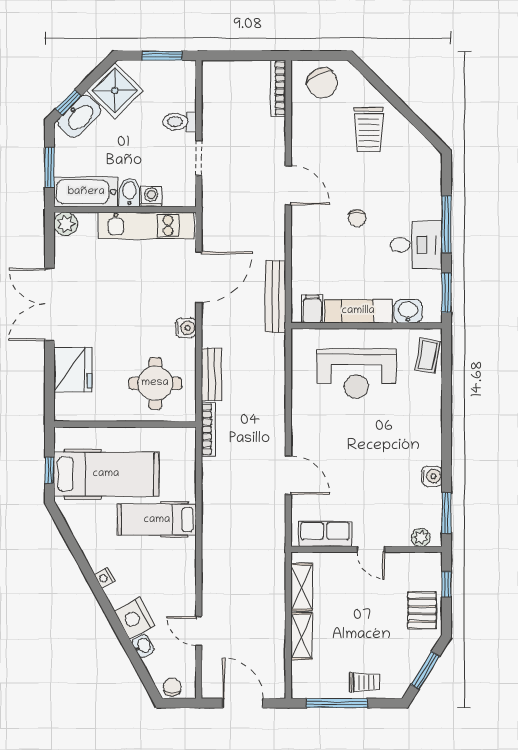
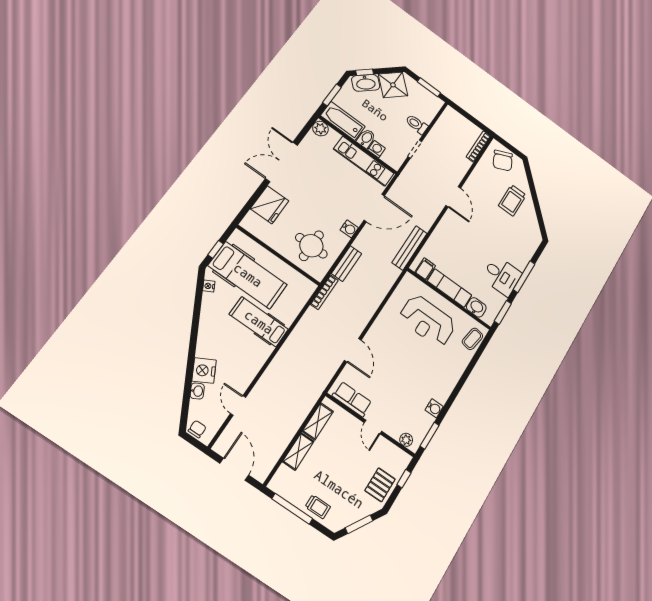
chair: (357, 218) -> (479, 240), removed
nightstand: (104, 578) -> (209, 286), moved

